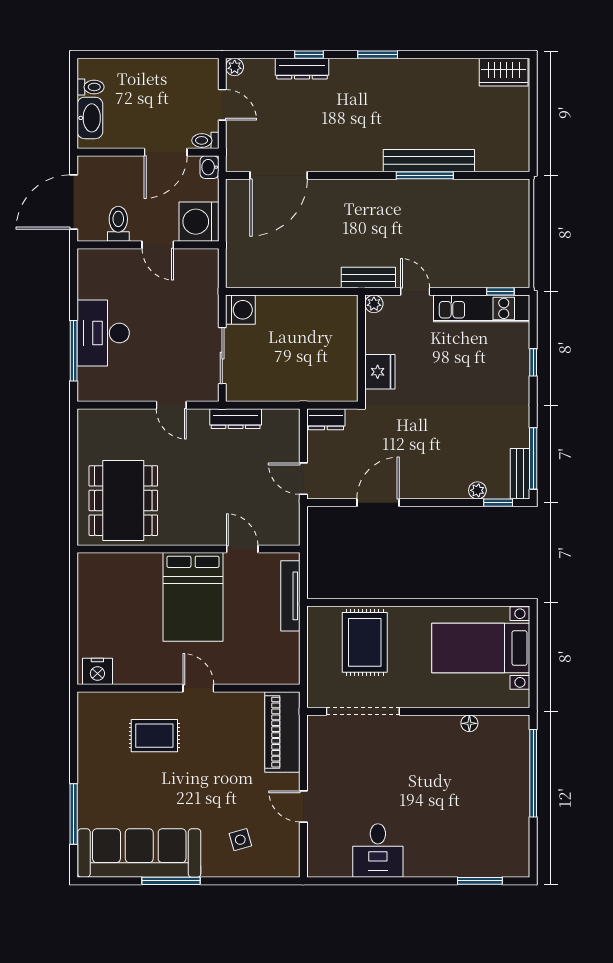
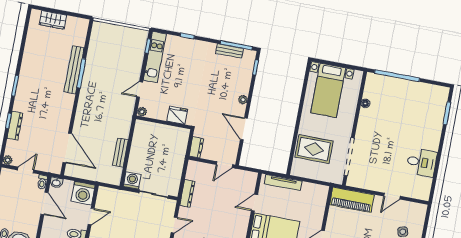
wardrobe: (504, 72) -> (53, 20), moved, turned 90
bench: (368, 278) -> (120, 152), moved
bench: (520, 474) -> (229, 51), moved
plant: (477, 490) -> (243, 100), moved

